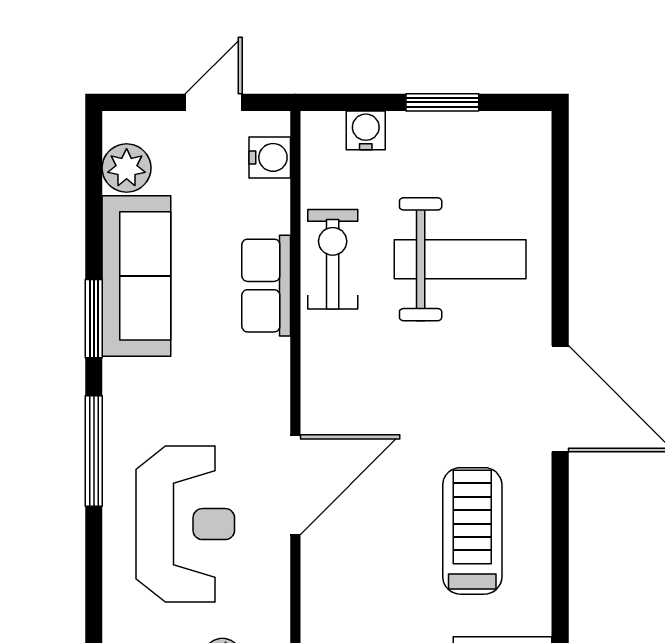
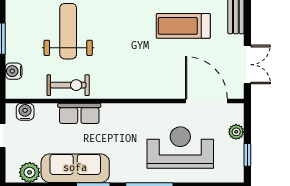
exercise bike: (333, 259) -> (68, 85), turned 180
door: (295, 485) -> (206, 101), moved

